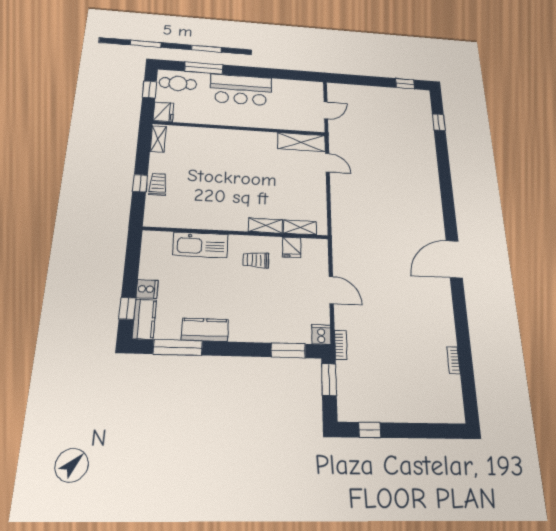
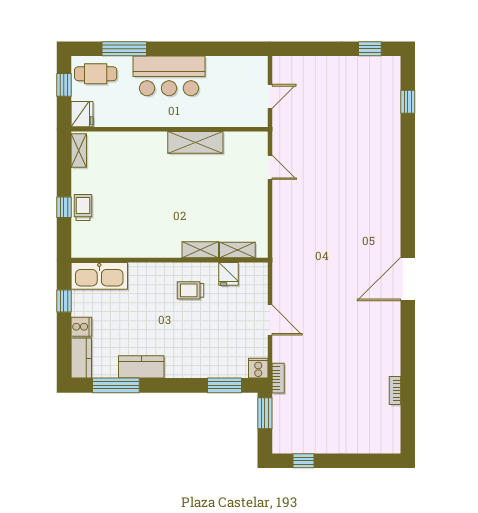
shelving: (301, 142) -> (195, 142), moved
kitchen sink: (200, 245) -> (99, 276), moved
window: (127, 308) -> (64, 301), moved

